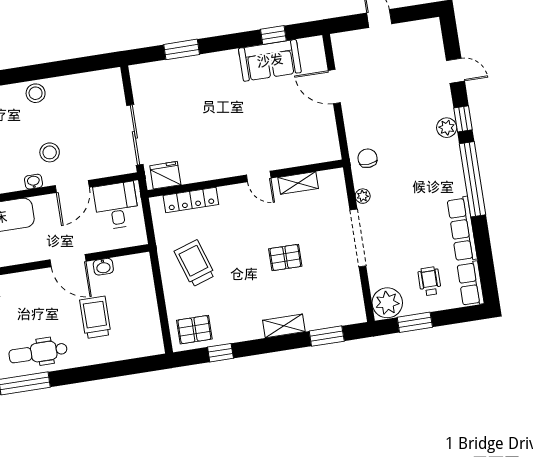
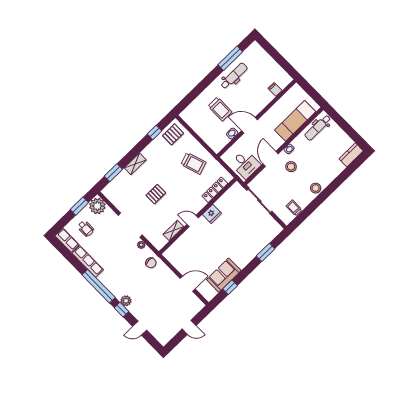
trolley: (90, 87) -> (294, 208), added
fridge: (165, 175) -> (212, 214), moved

